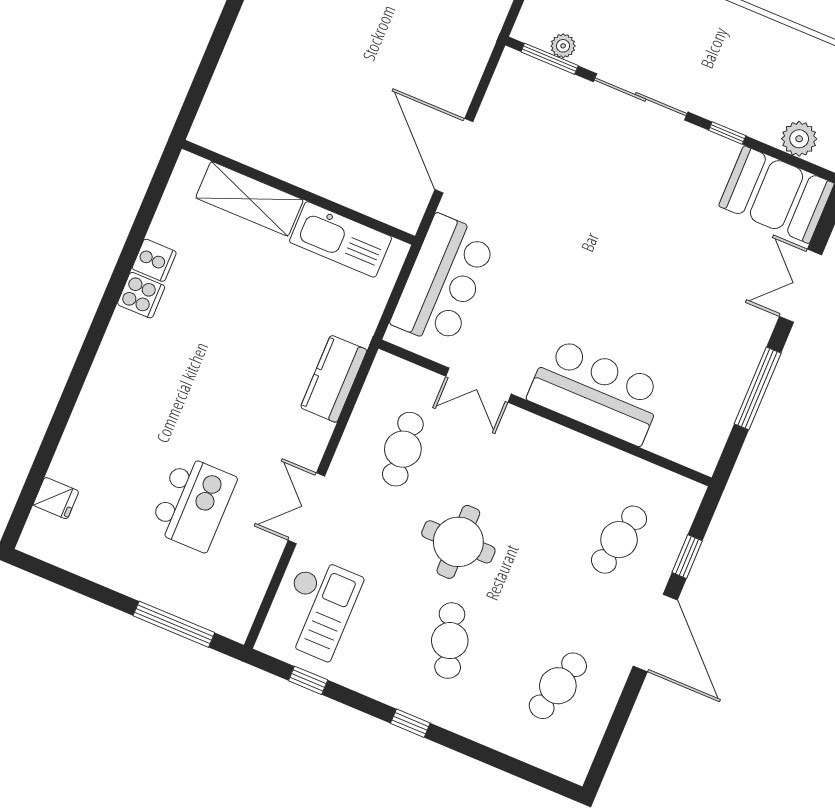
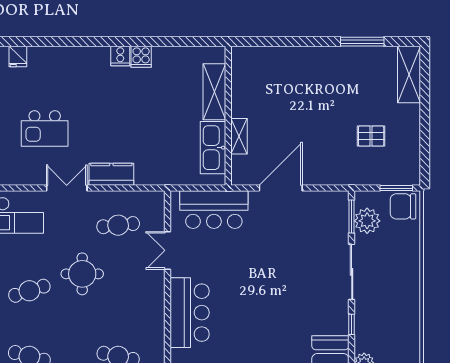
plant: (563, 46) -> (367, 221), width x1.88, depth x1.88
shelving: (340, 189) -> (239, 136), added
cooker: (154, 260) -> (120, 56), moved
kitchen counter: (334, 379) -> (111, 174), moved

